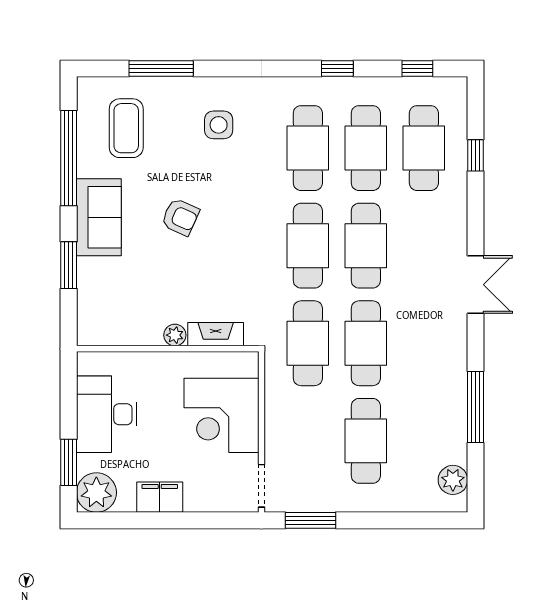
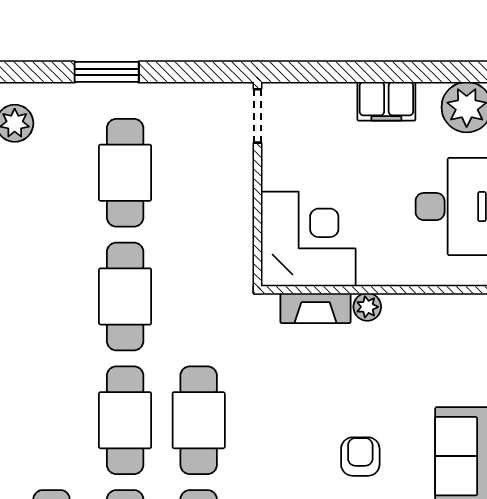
armchair: (180, 217) -> (360, 457), turned 66
cafe table: (308, 343) -> (199, 296), removed
corner desk: (221, 415) -> (308, 239), moved
window: (310, 520) -> (107, 72), moved

